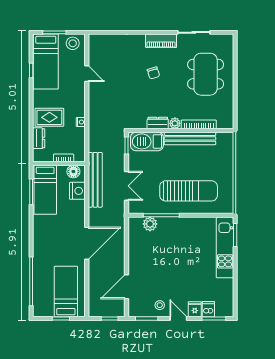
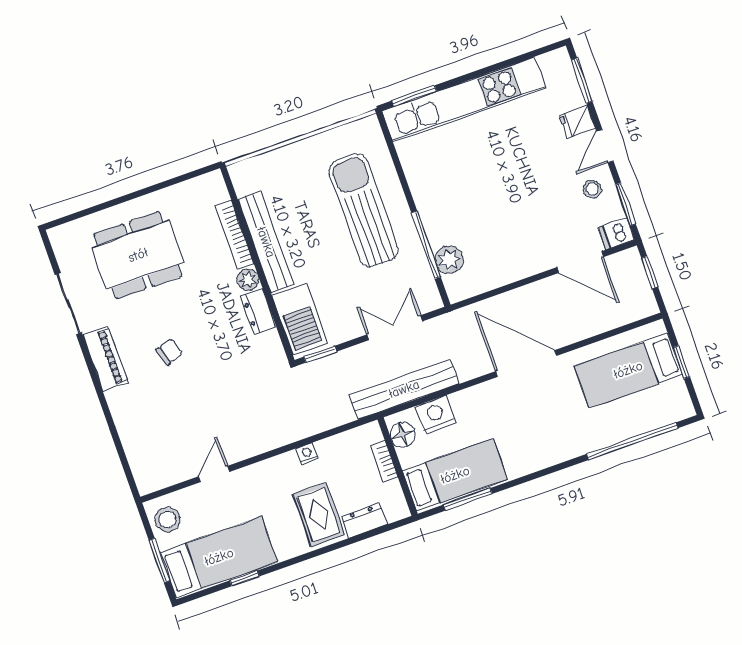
kitchen unit: (225, 247) -> (464, 99), width x1.36
dishwasher: (208, 309) -> (616, 233), moved

